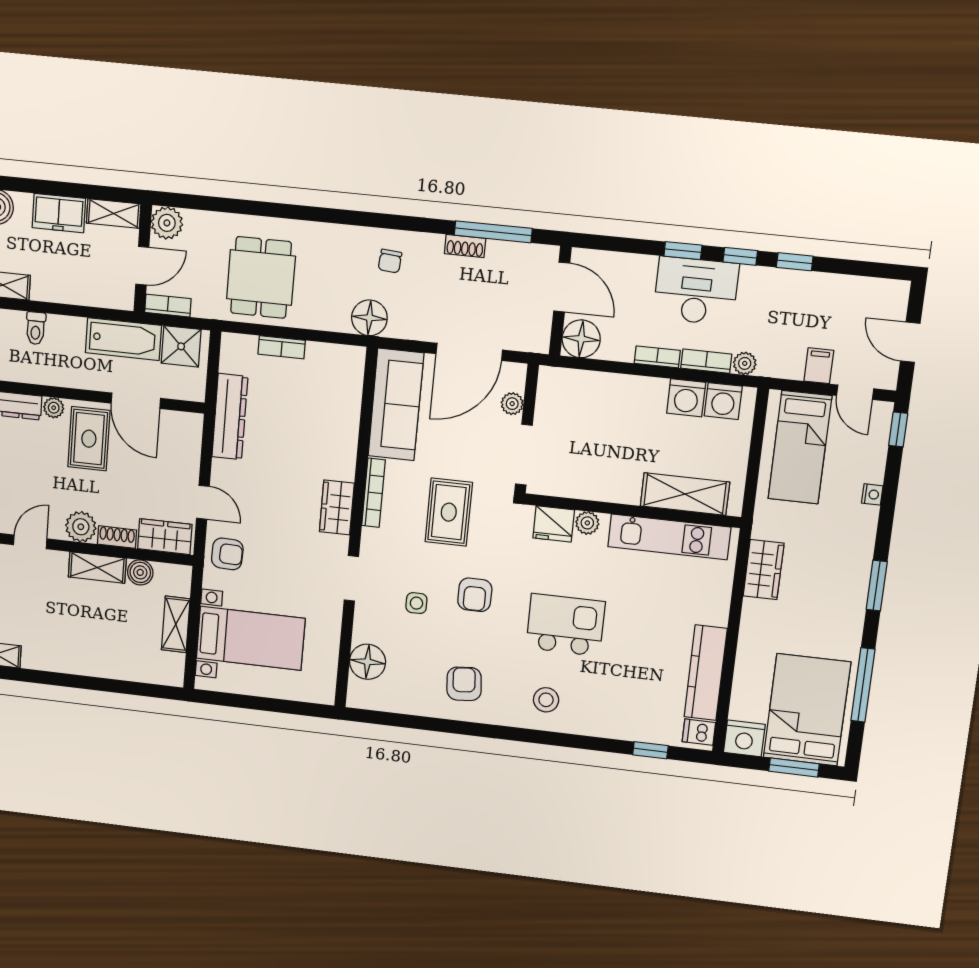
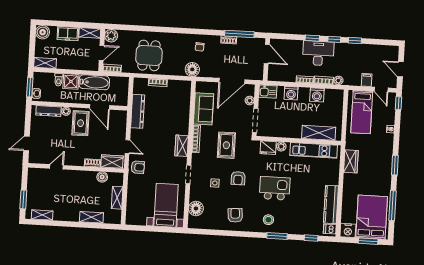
floor lamp: (581, 339) -> (275, 74), removed
shower: (181, 346) -> (71, 81), moved
kitchen sink: (560, 383) -> (268, 92), added
washing machine: (723, 401) -> (291, 93), moved
sofa: (396, 405) -> (204, 109), width x0.73
plant: (81, 527) -> (77, 159), removed
shelving: (97, 568) -> (91, 217), moved
bed with nightstands: (251, 638) -> (166, 205), moved, turned -90
window: (566, 740) -> (277, 236), added

